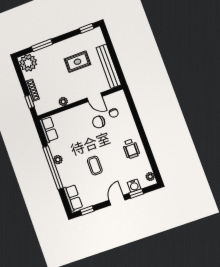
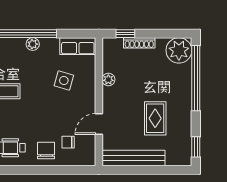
window: (42, 45) -> (196, 78), width x2.11
chair: (99, 122) -> (46, 150), moved
side table: (74, 131) -> (64, 80), added

